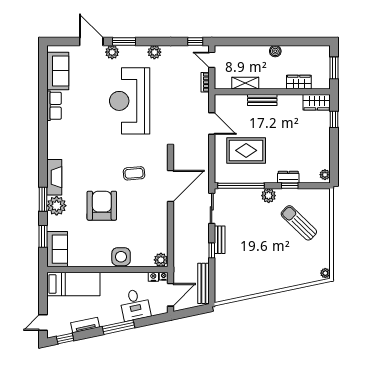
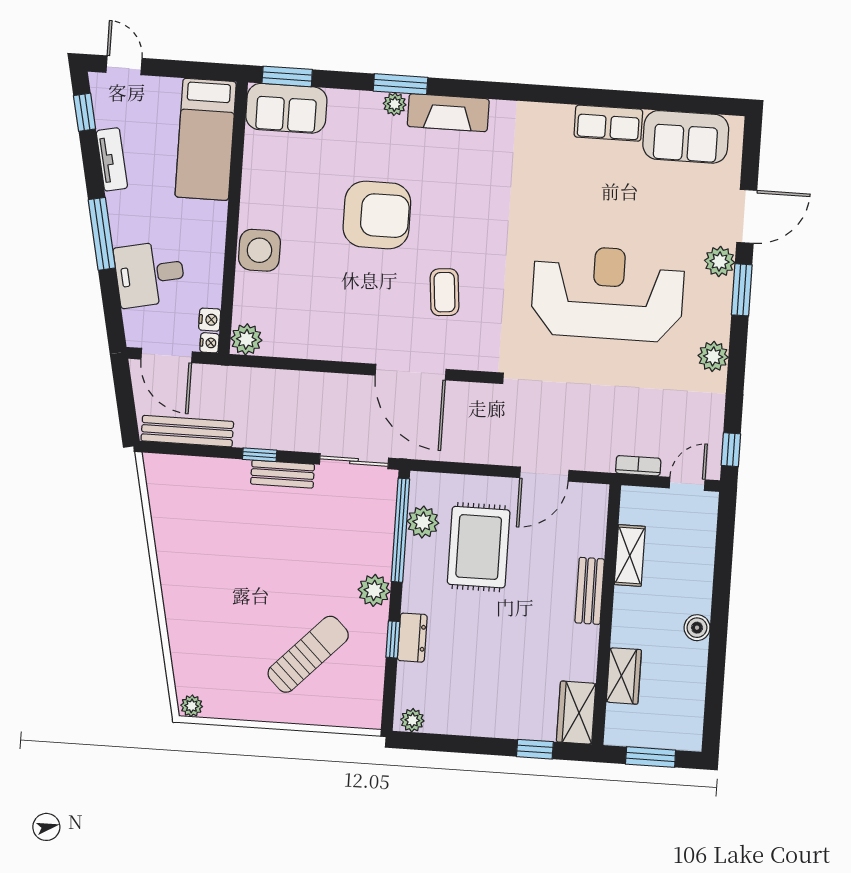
plant: (237, 176) -> (423, 522), added
plant: (57, 206) -> (395, 104), width x0.53, depth x0.53
window: (43, 236) -> (287, 76), moved

